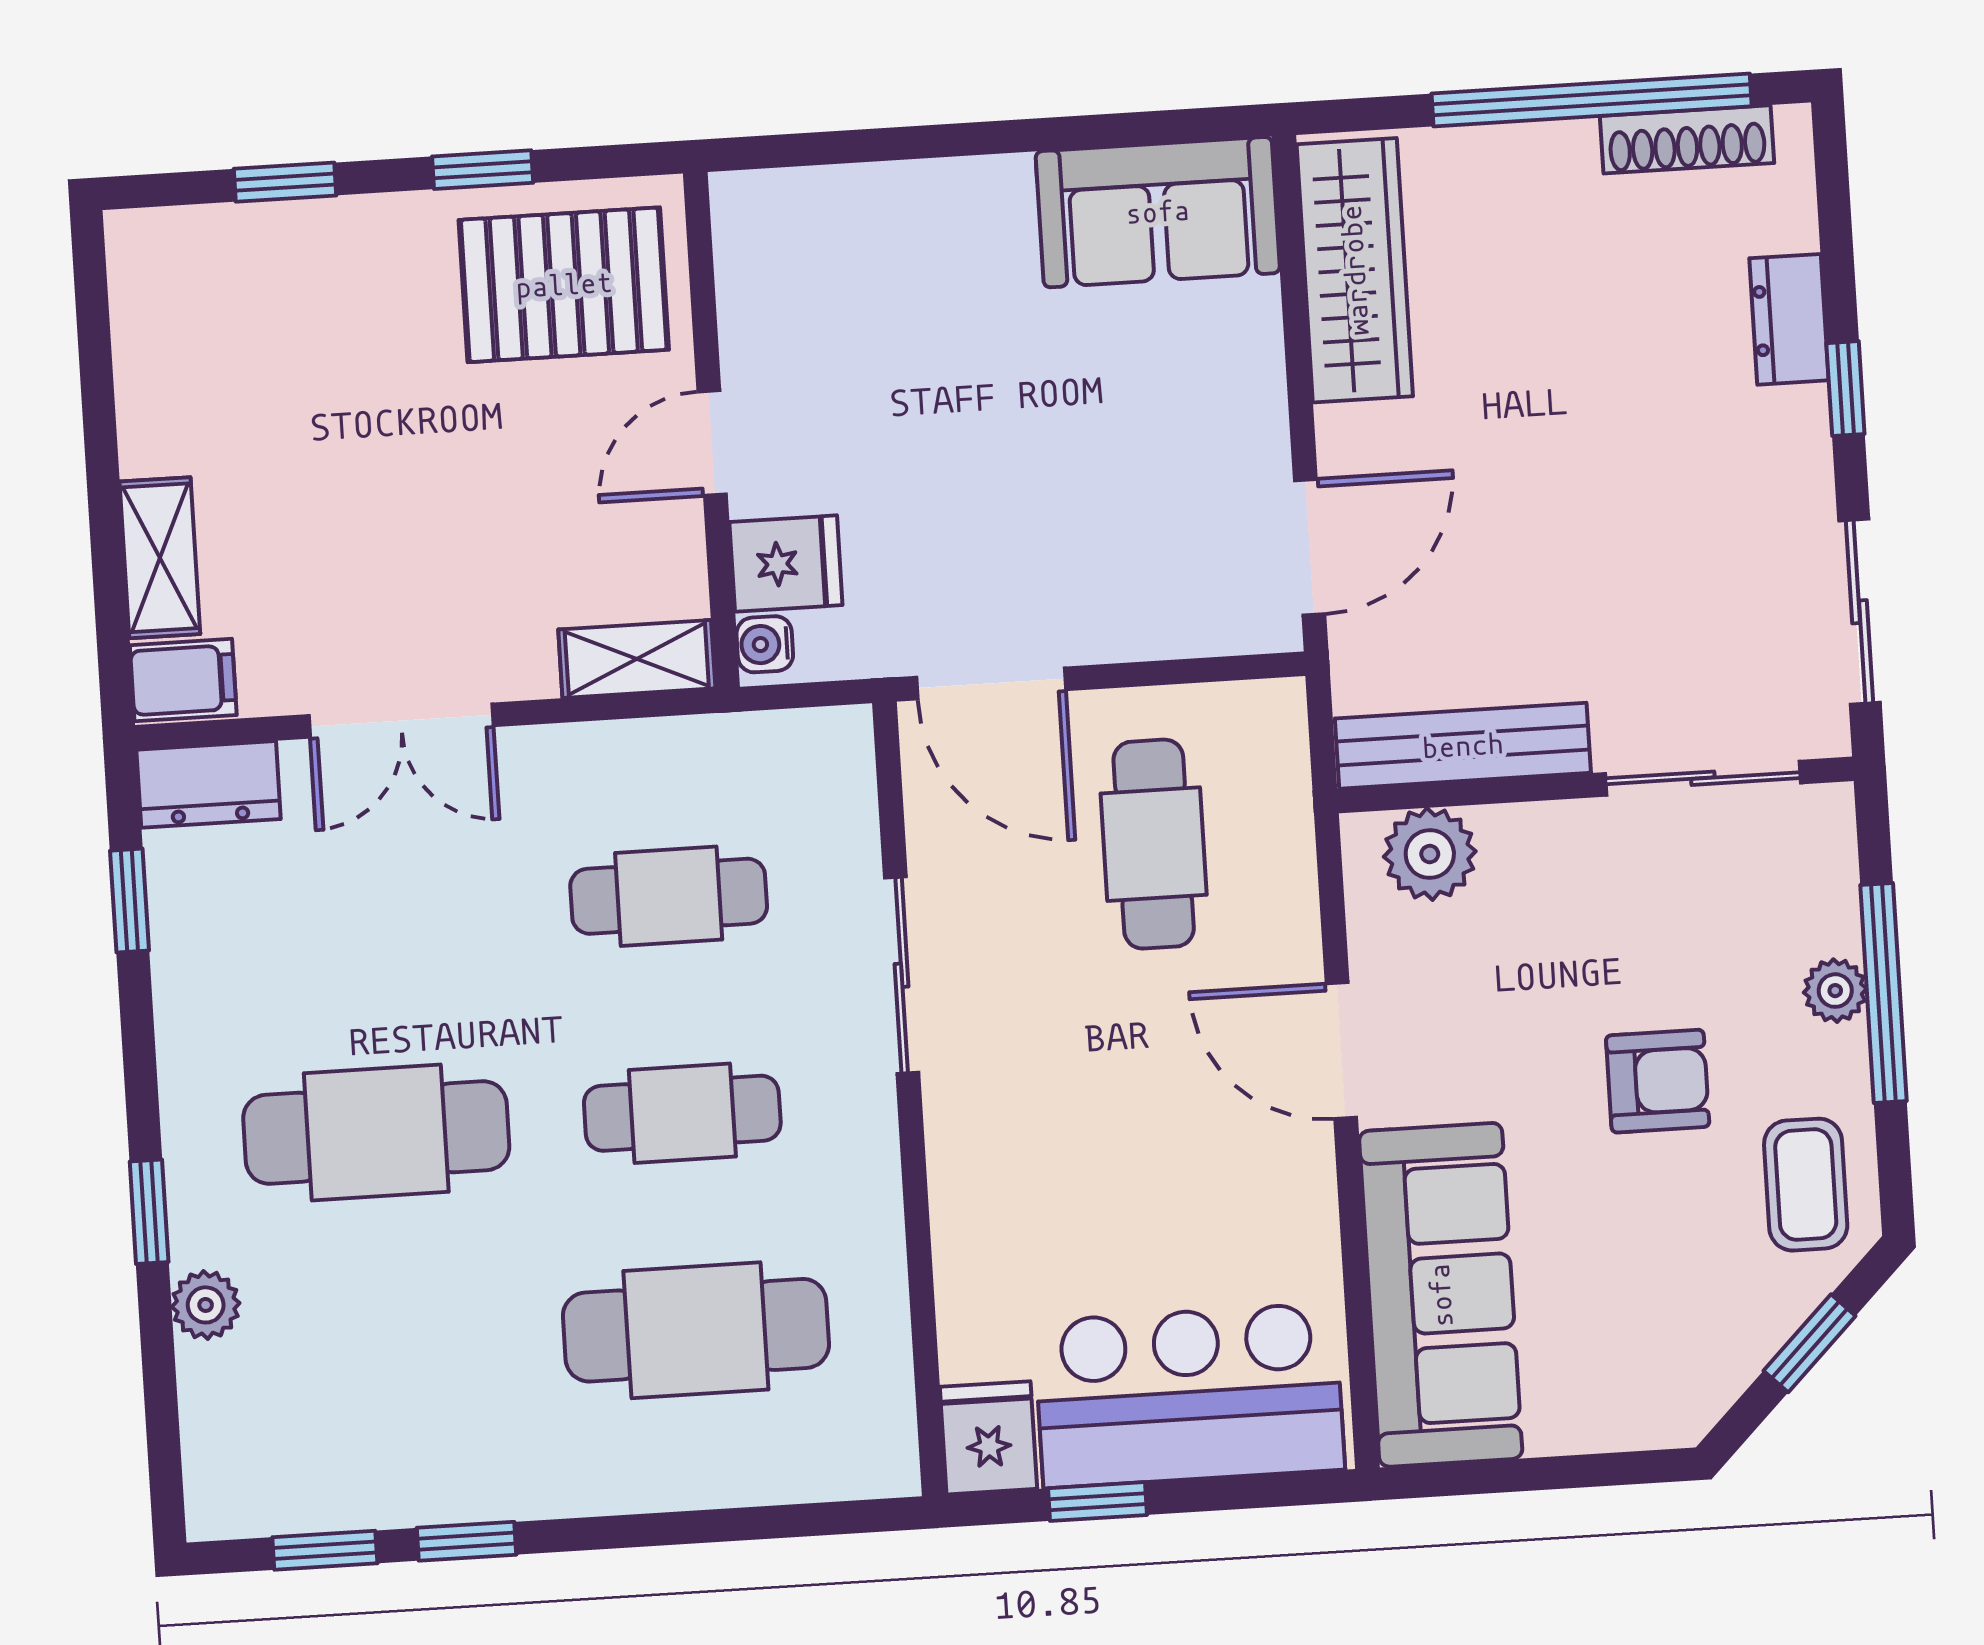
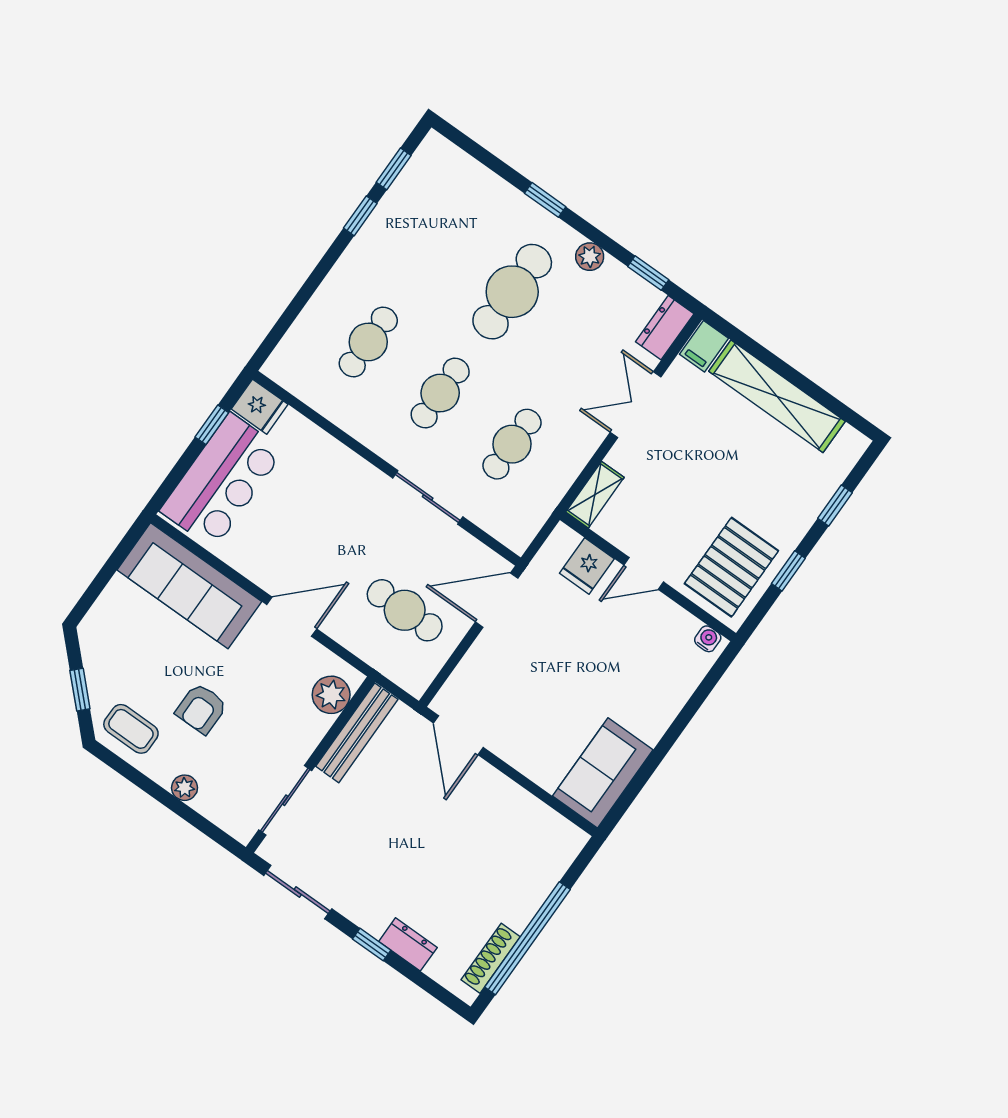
wardrobe: (1355, 270) -> (534, 820), removed
door: (712, 443) -> (644, 573), swing flipped
shelving: (160, 558) -> (777, 396), width x2.20, depth x1.33
water cooler: (765, 644) -> (708, 639), moved
window: (1883, 993) -> (171, 802), removed
plant: (206, 1305) -> (590, 257), moved
cafe table: (696, 1330) -> (368, 342), width x0.73, depth x0.74

